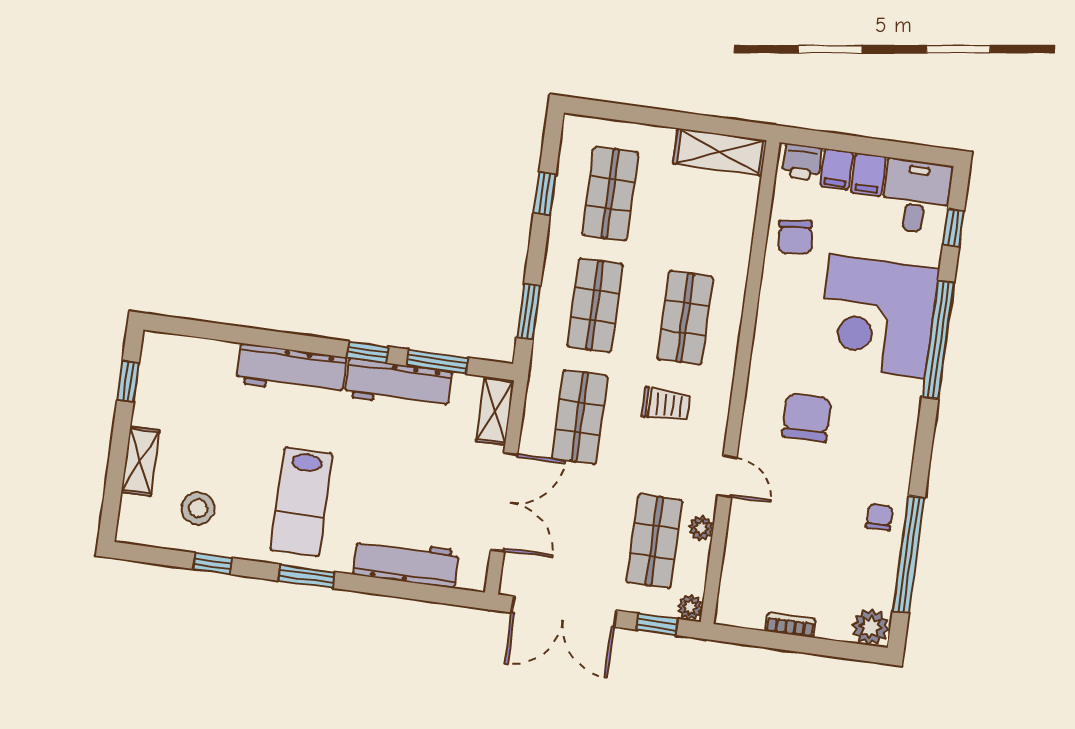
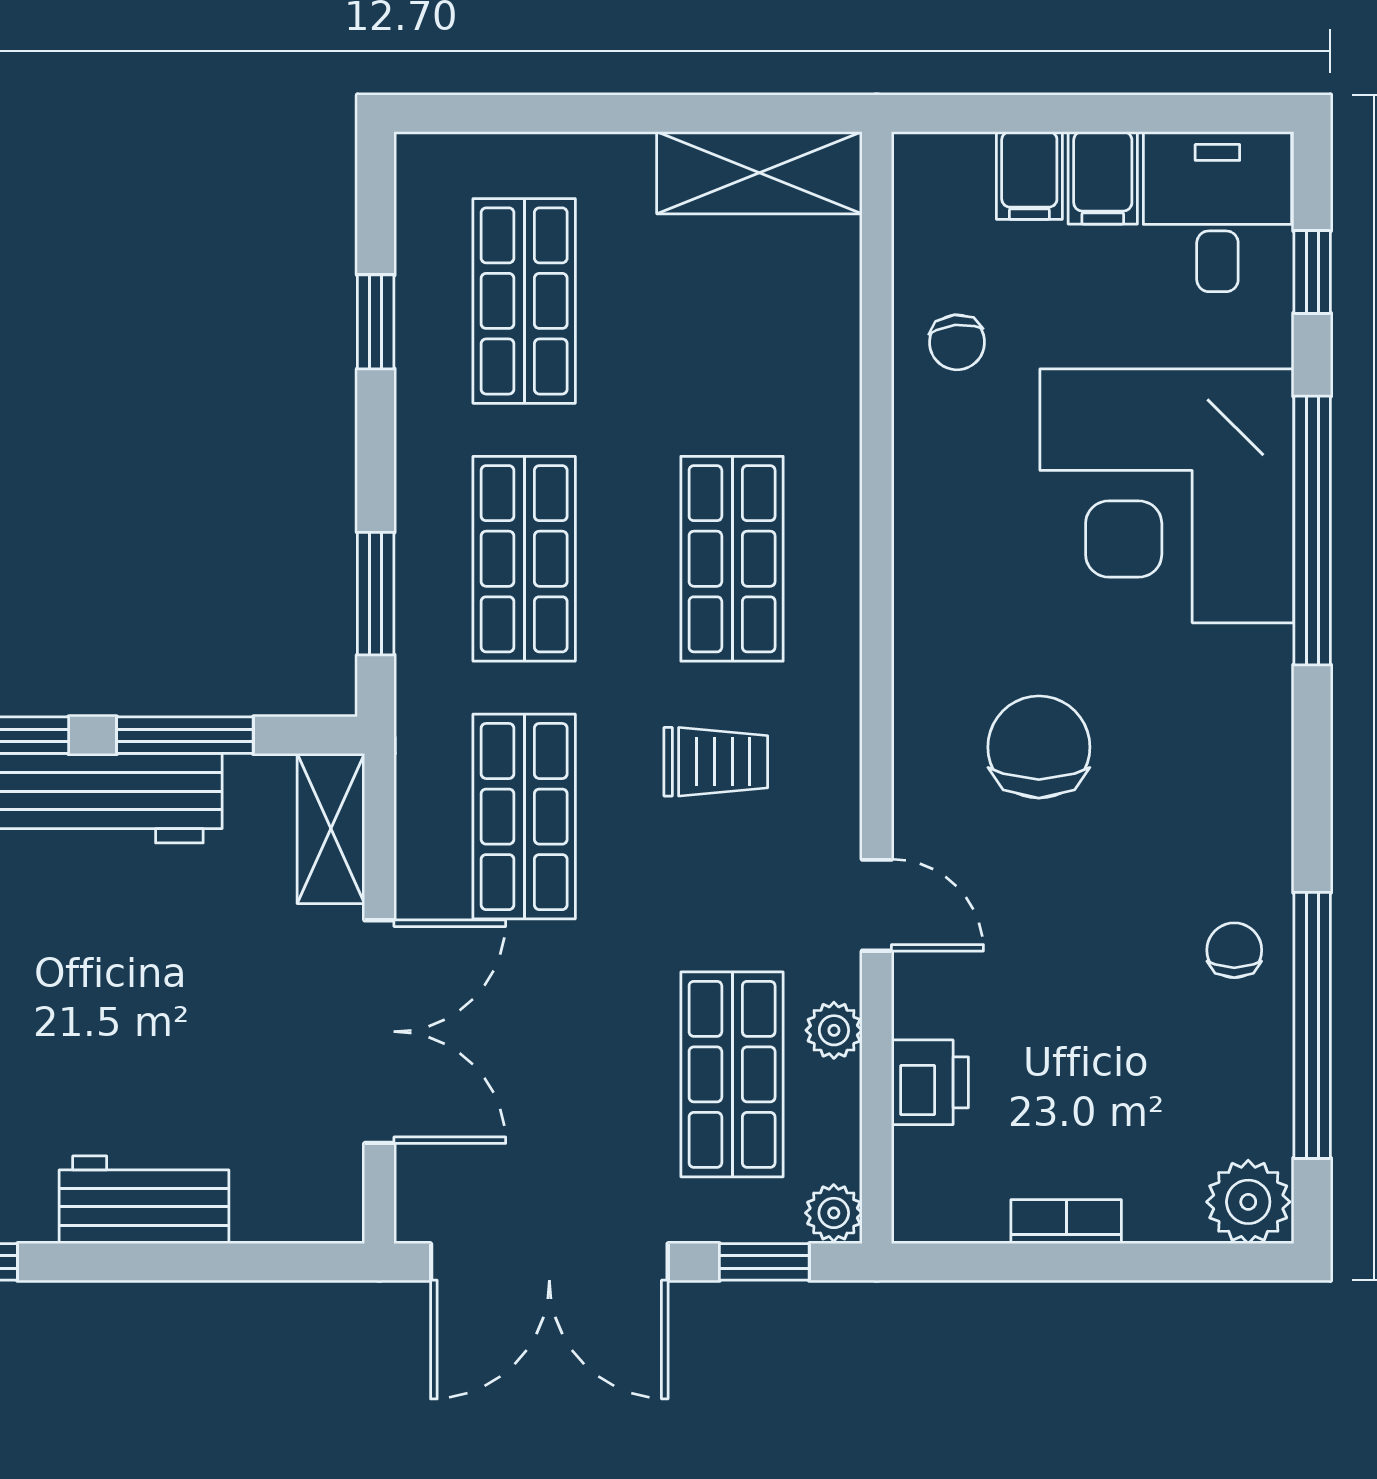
printer: (802, 162) -> (930, 1082), moved, turned -90
chair: (795, 237) -> (957, 342), width x0.73, depth x0.73
workbench: (406, 562) -> (144, 1200), width x0.73

